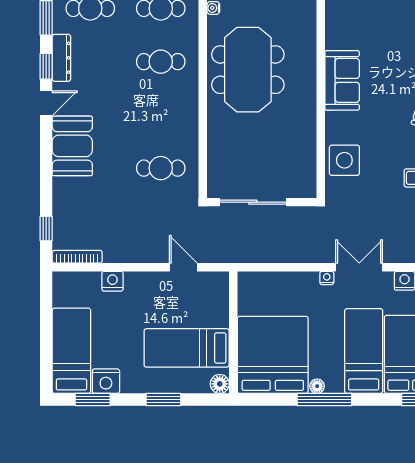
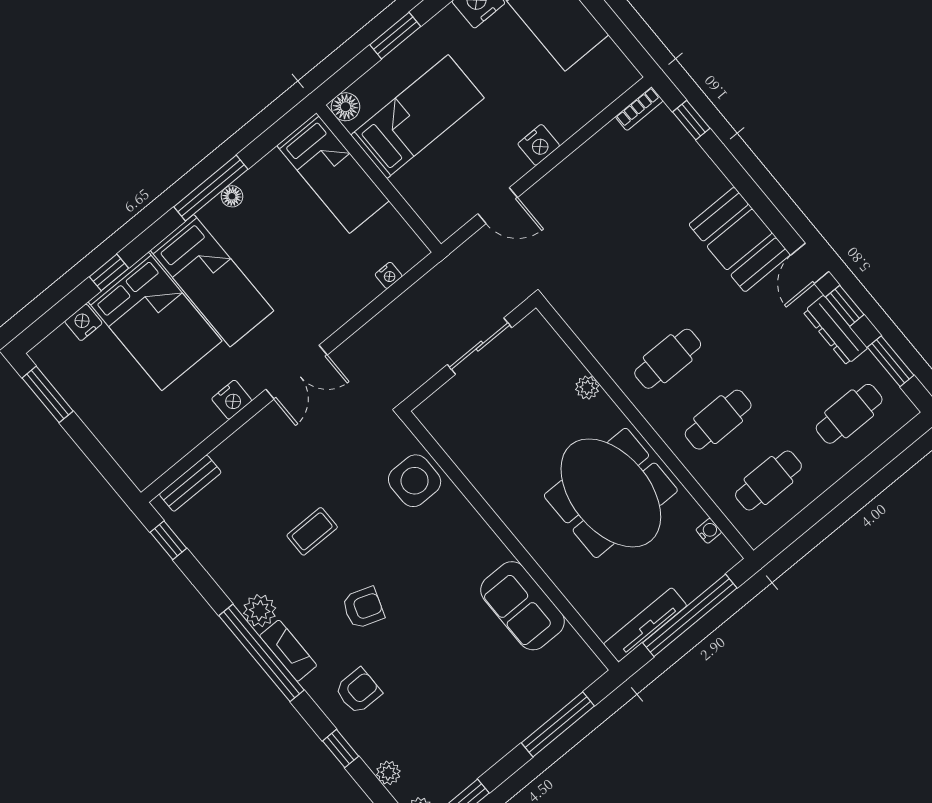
sofa: (342, 80) -> (523, 606), moved
plant: (215, 134) -> (587, 388), added
cafe table: (161, 168) -> (668, 359), moved
sliding door: (253, 202) -> (480, 346), width x0.73
bookcase: (77, 257) -> (639, 109), width x0.64
nightstand: (327, 278) -> (389, 275), moved
nightstand: (112, 281) -> (539, 145), moved
bed: (273, 355) -> (333, 173), width x0.49

